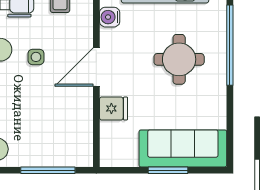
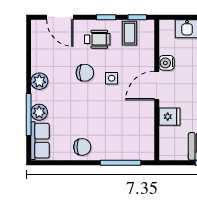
water cooler: (110, 17) -> (167, 63), moved

